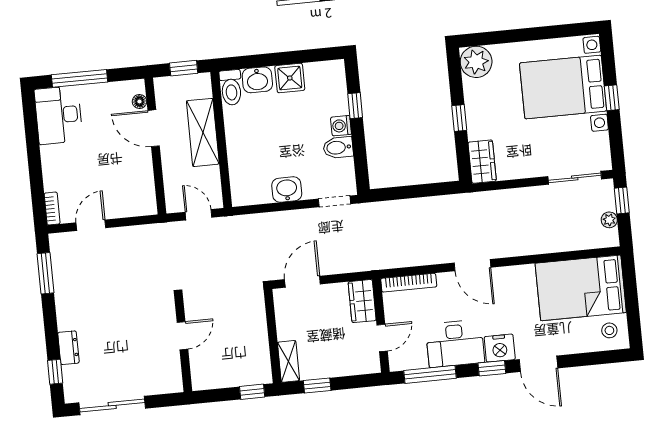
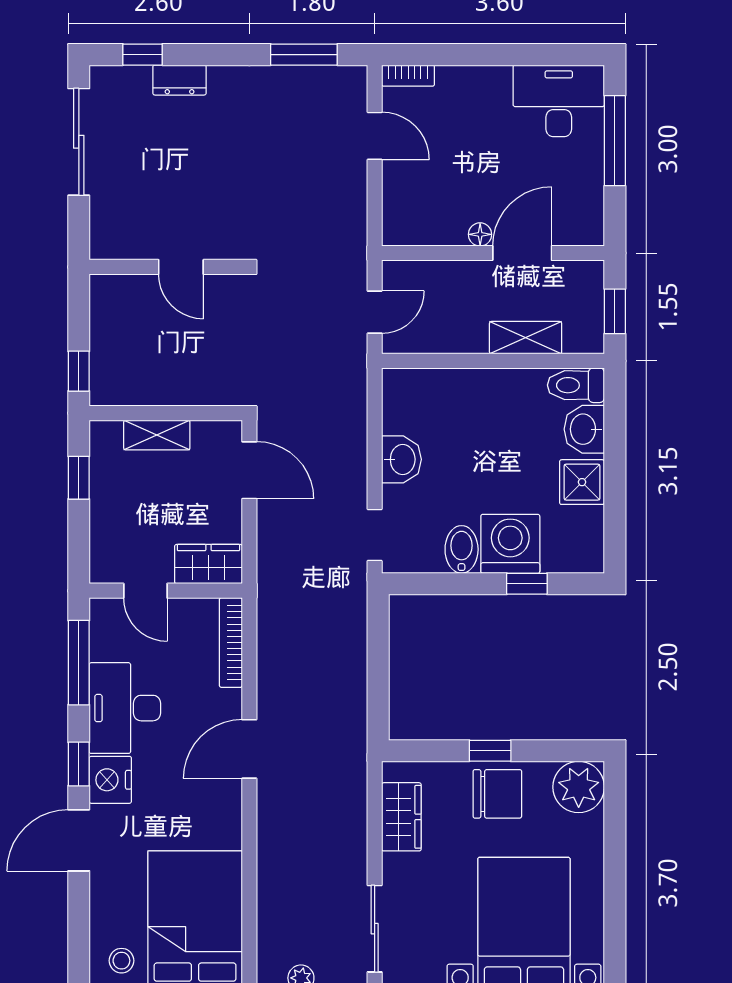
floor lamp: (139, 101) -> (480, 234), moved
chair: (485, 111) -> (497, 794), added
washing machine: (341, 126) -> (510, 544), width x1.89, depth x1.89
shelving: (203, 132) -> (526, 338), width x0.67, depth x0.75
wardrobe: (482, 162) -> (401, 817), moved, turned -90
shelving: (289, 361) -> (157, 435), moved

